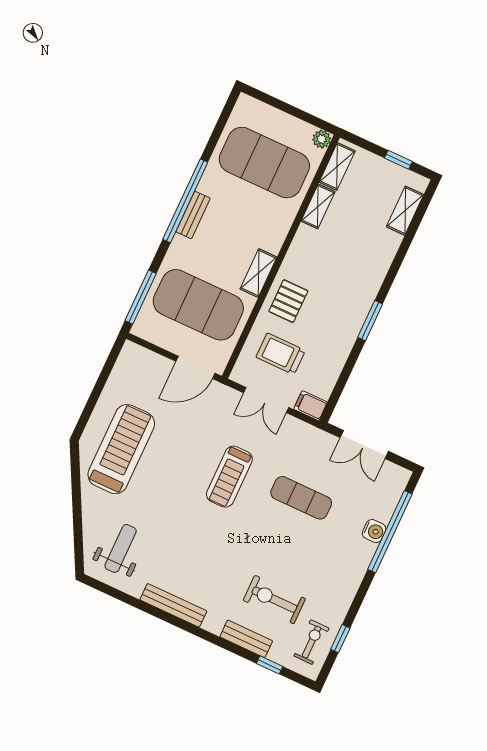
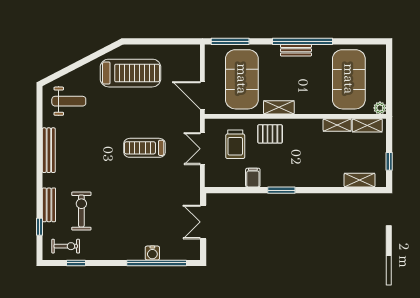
trolley: (281, 354) -> (235, 144), turned 180
filing cabinet: (311, 406) -> (253, 178), moved
exercise mat: (301, 498) -> (152, 198), removed

